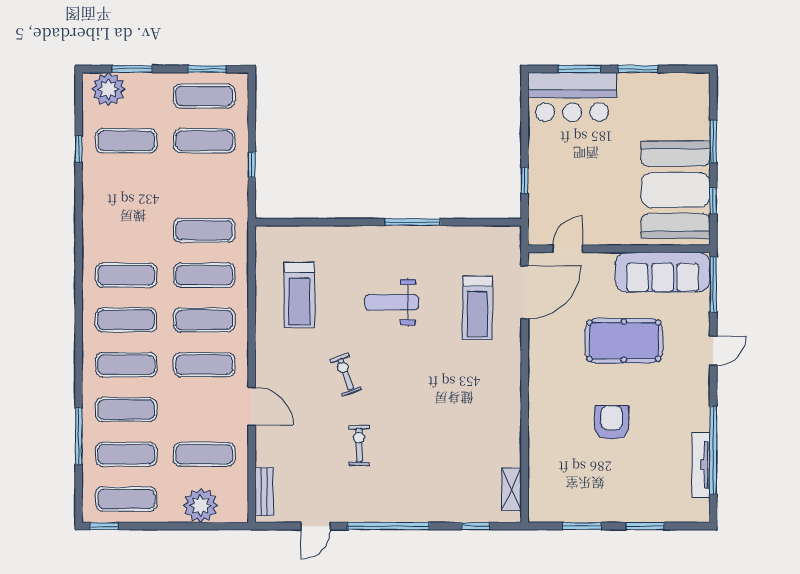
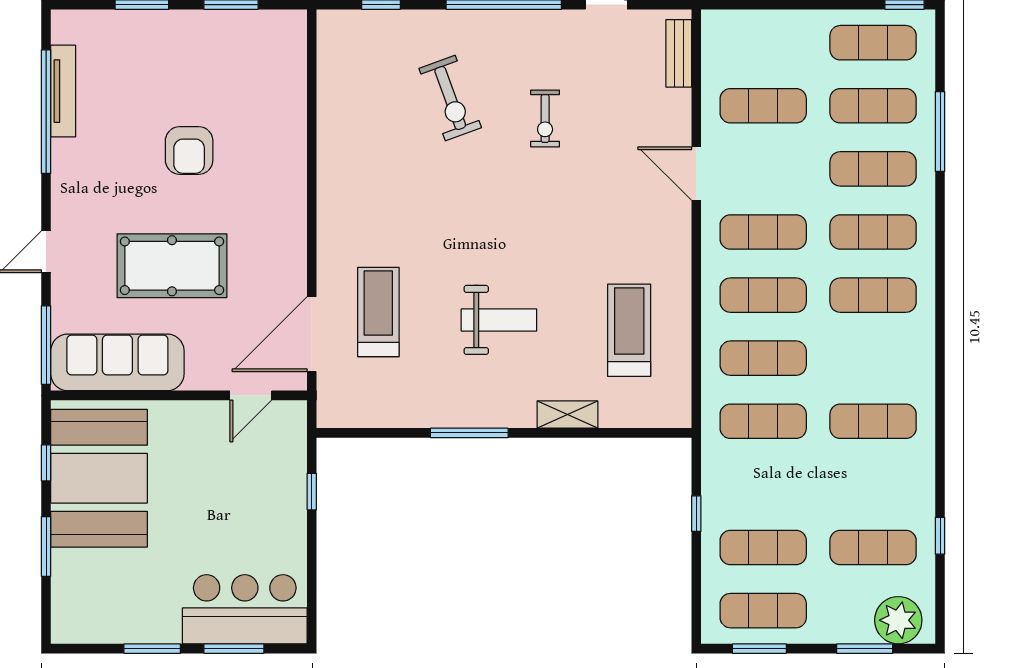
exercise mat: (126, 275) -> (873, 421), moved
exercise bike: (346, 374) -> (450, 98), moved, width x1.38, depth x1.39
shelving: (512, 489) -> (567, 415), moved, turned 90
plant: (201, 505) -> (768, 34), removed

